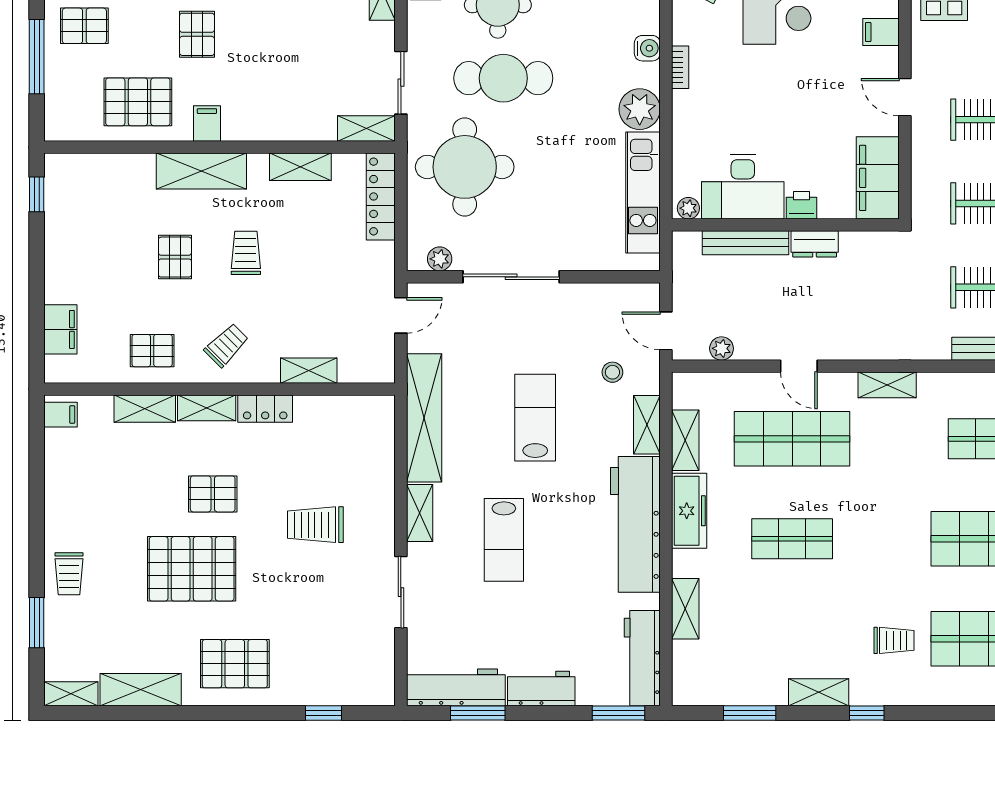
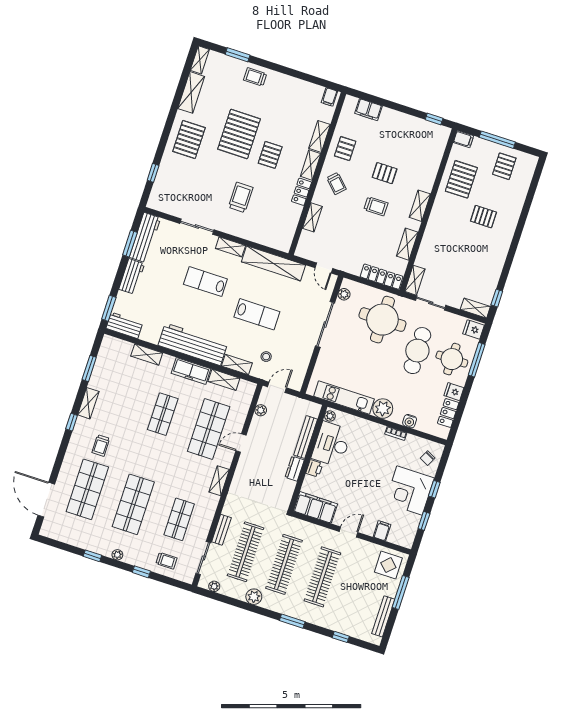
filing cabinet: (207, 124) -> (463, 139), moved
shelving: (201, 171) -> (420, 206), width x0.67, depth x0.75
workbench: (642, 658) -> (124, 325), width x0.73

